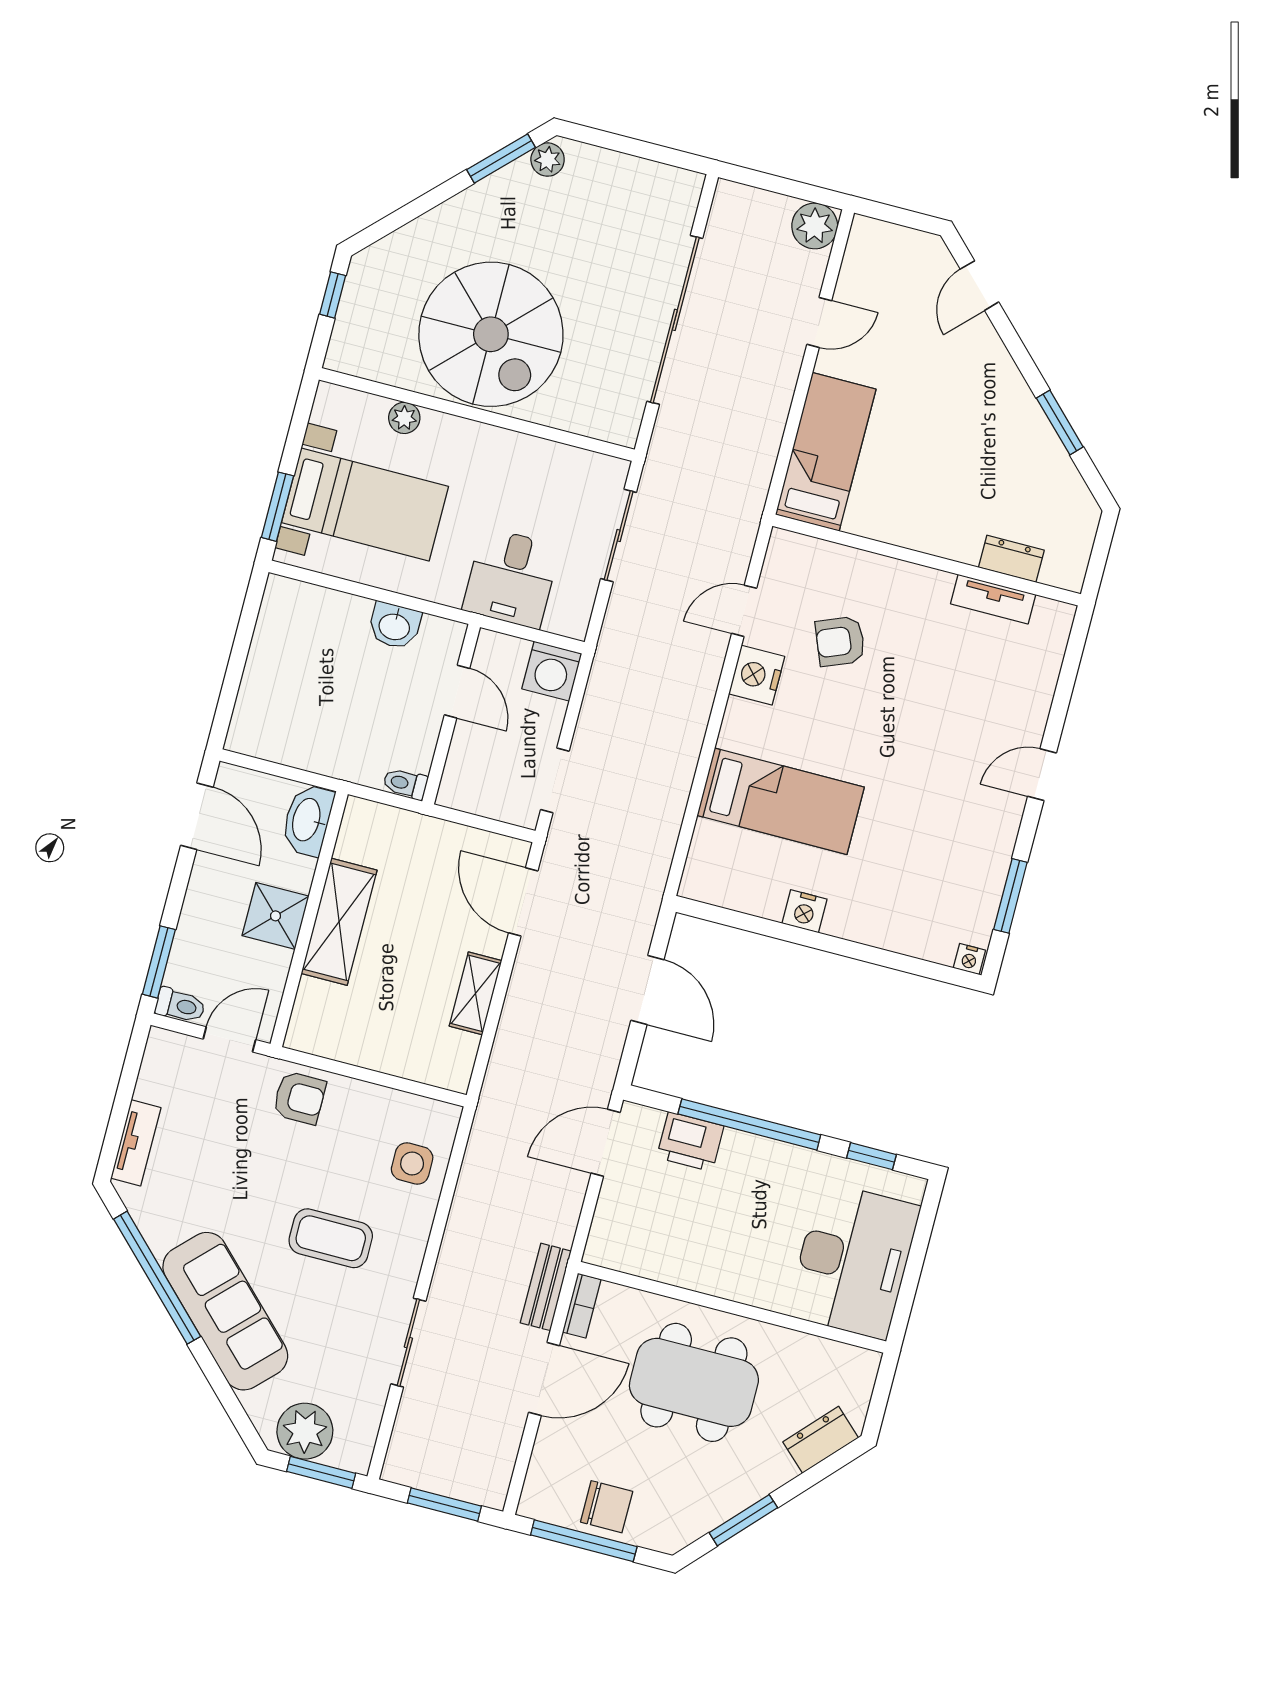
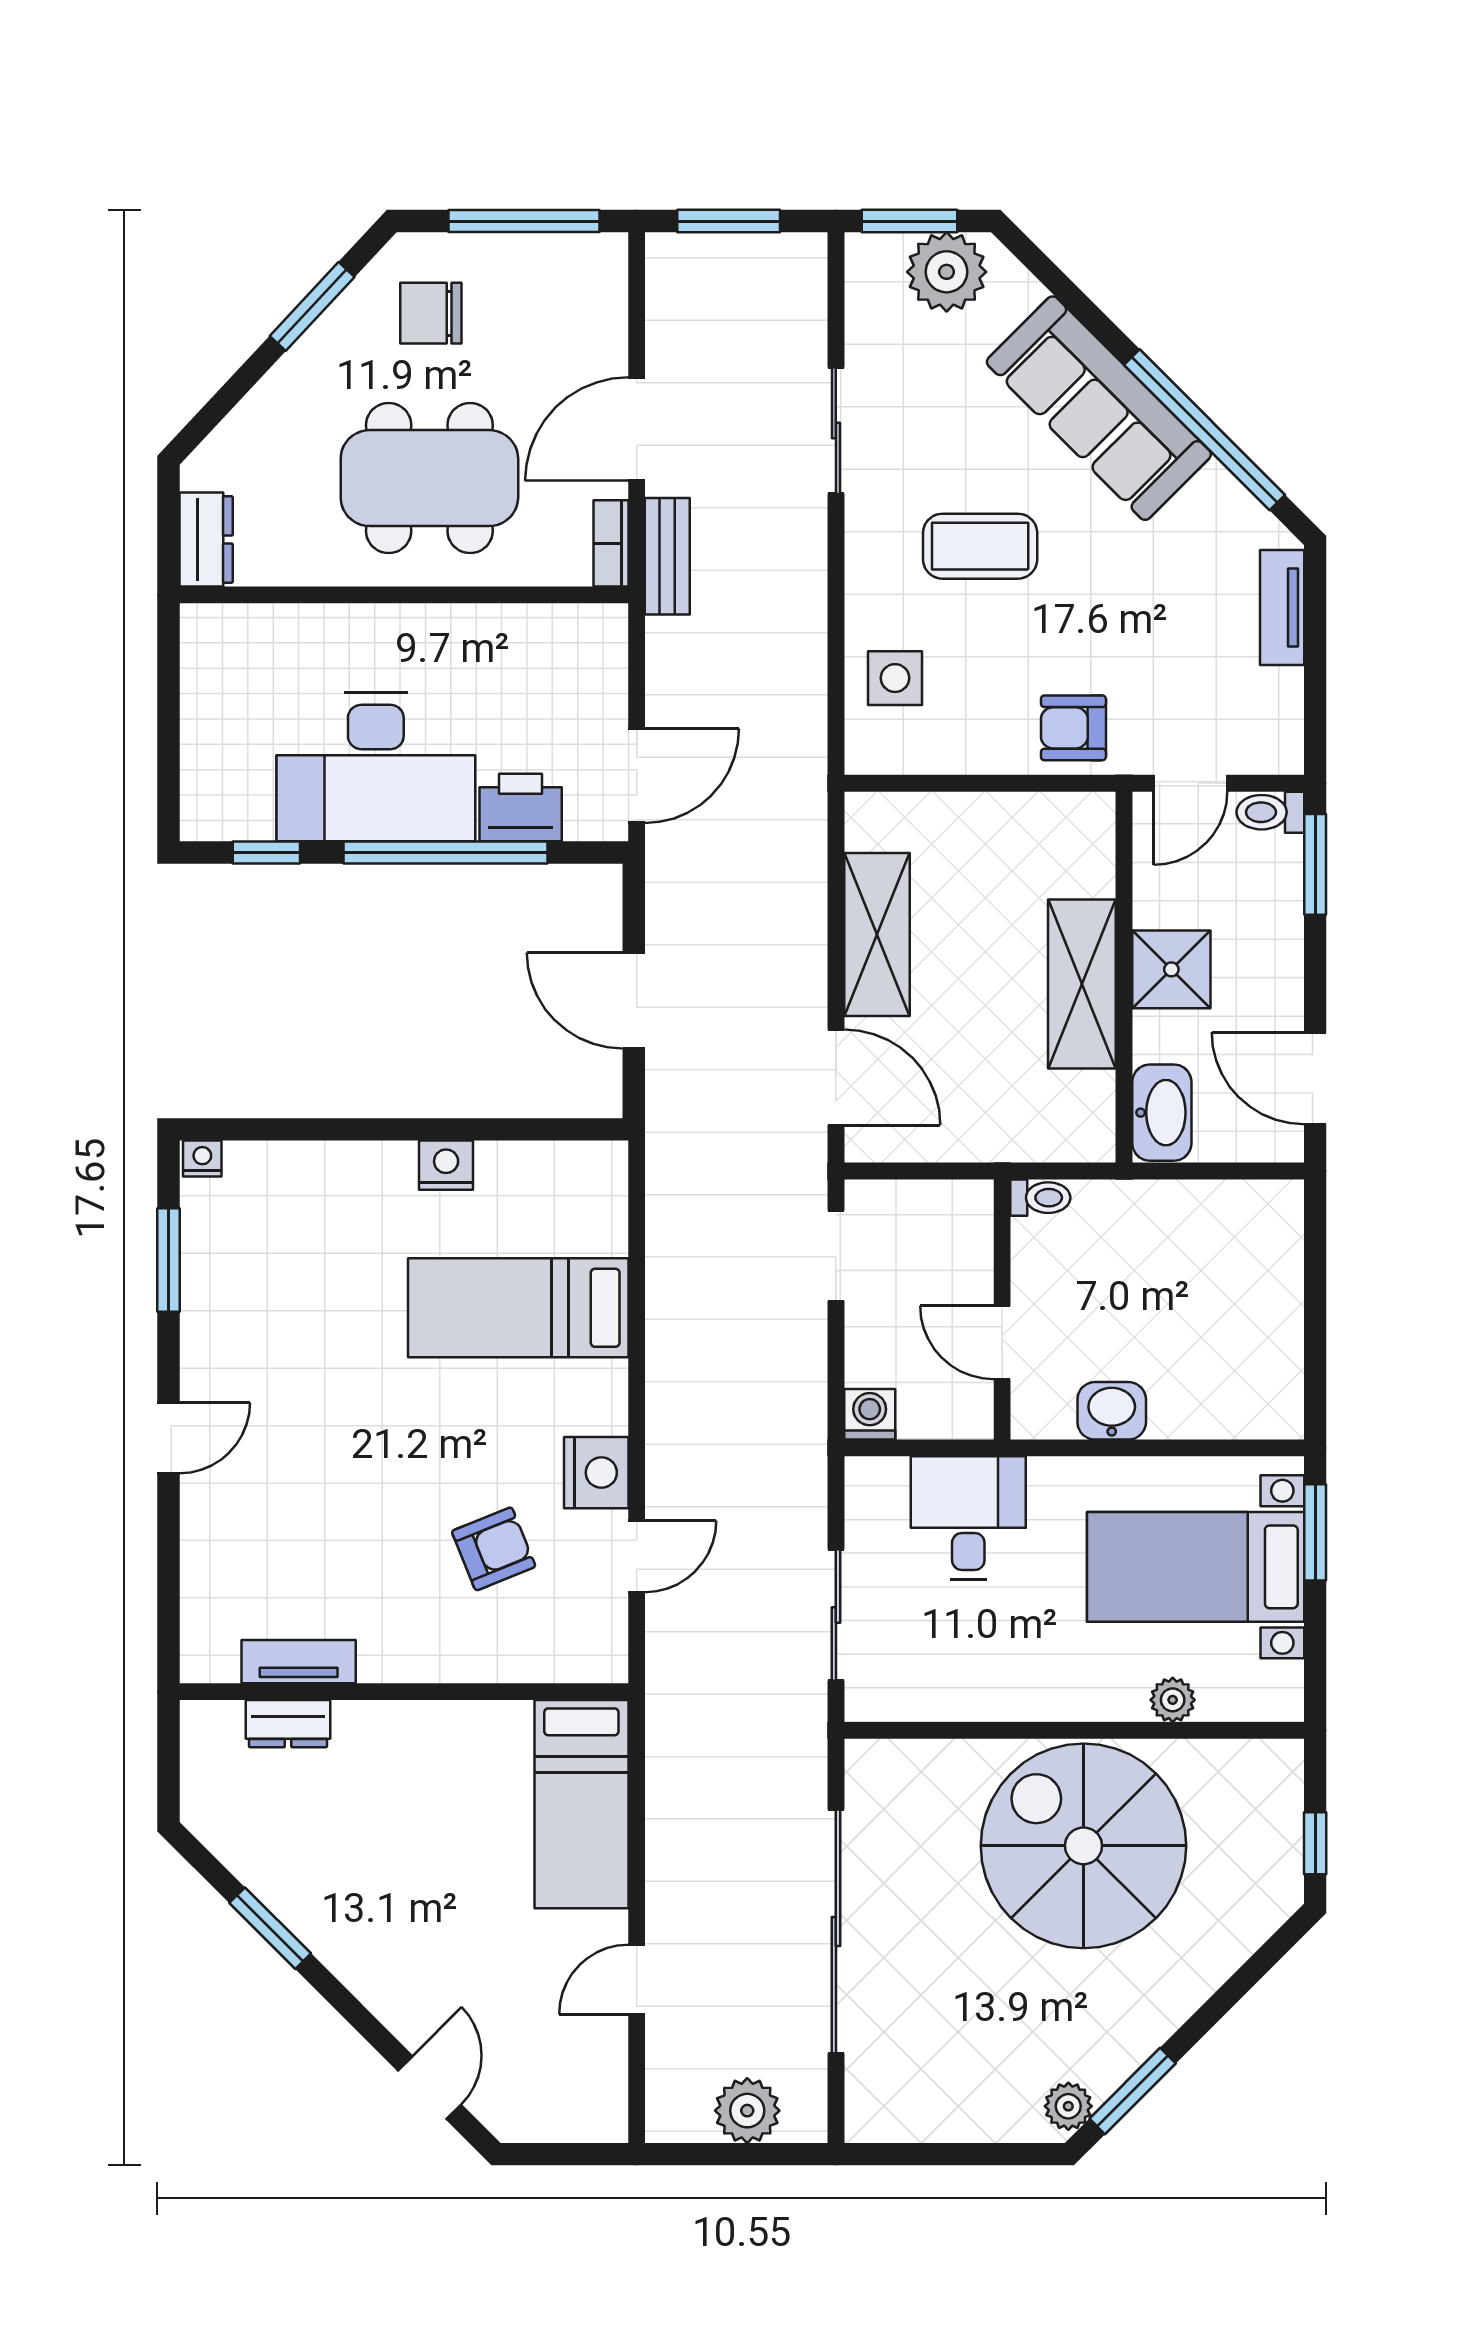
plant: (815, 226) -> (747, 2111), moved
washing machine: (552, 671) -> (870, 1414), width x0.73, depth x0.73
shelving: (475, 993) -> (877, 935), width x1.50, depth x1.33
desk: (853, 1261) -> (376, 767), moved, turned -90
dresser: (821, 1440) -> (206, 539), moved, turned -43
chair: (607, 1507) -> (431, 313), moved

